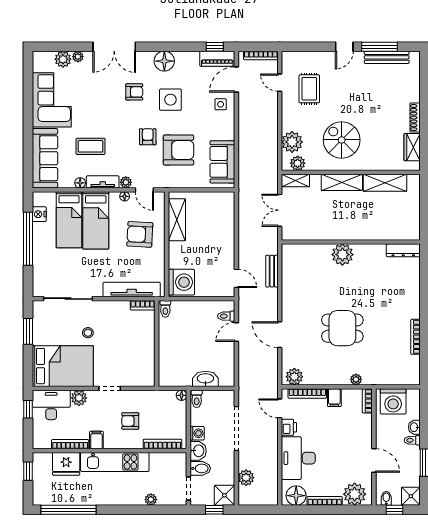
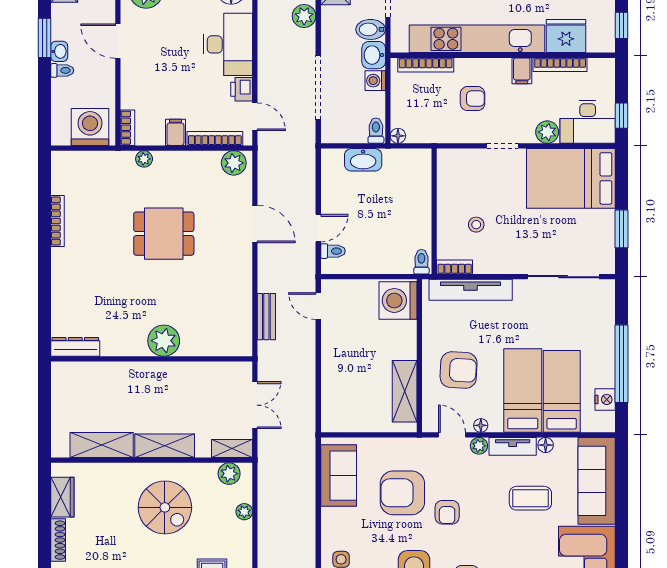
plant: (292, 142) -> (244, 512), width x0.53, depth x0.53
stool: (88, 333) -> (476, 225), moved
washbasin: (414, 427) -> (59, 51), moved
kitchen unit: (115, 462) -> (477, 39), width x1.36

